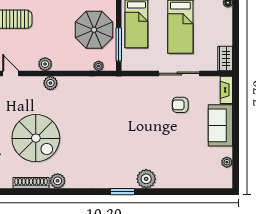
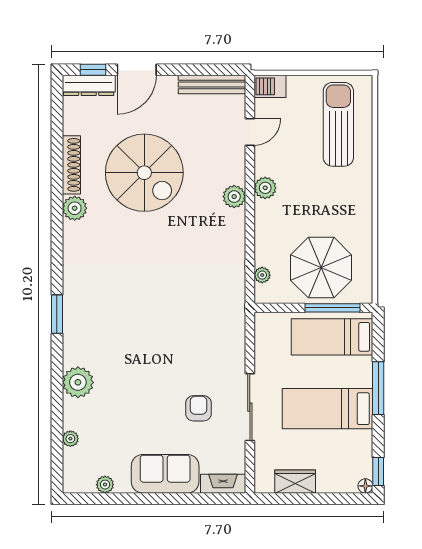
window: (119, 44) -> (333, 308), moved
wardrobe: (225, 58) -> (295, 482), moved
spiral stairs: (36, 138) -> (144, 173), turned -90
plant: (146, 179) -> (78, 382), moved
plant: (199, 183) -> (70, 439), added

